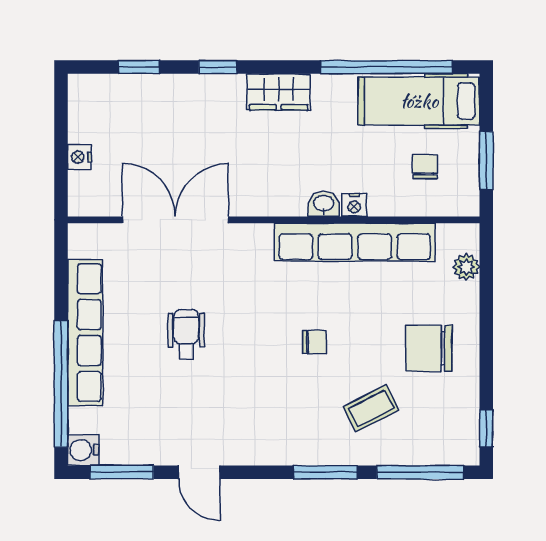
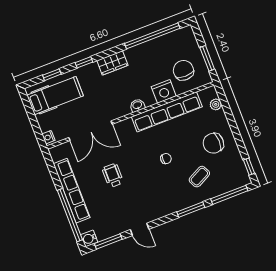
hospital bed: (419, 101) -> (55, 96), moved, turned 180
nightstand: (80, 157) -> (48, 137), moved
chair: (425, 167) -> (183, 70), width x1.87, depth x1.87
washbasin: (324, 204) -> (137, 105), moved
nightstand: (354, 205) -> (164, 91), width x1.89, depth x1.79
double door: (175, 220) -> (91, 131), swing flipped

